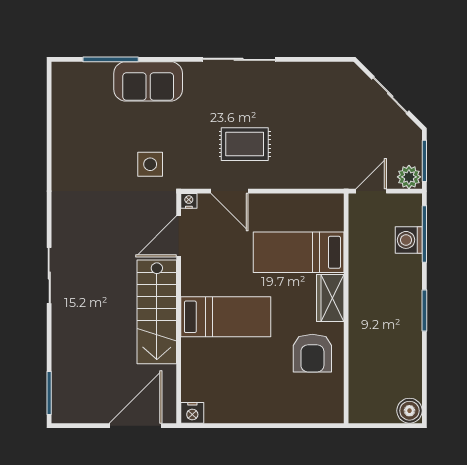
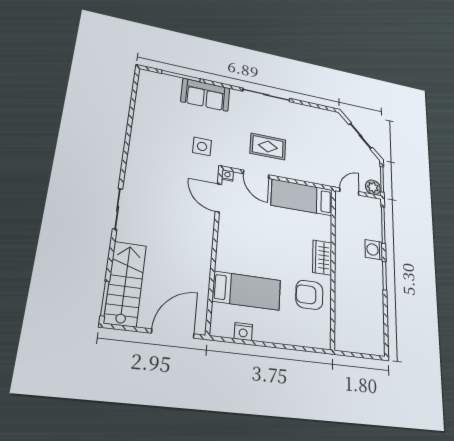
door: (179, 236) -> (218, 198), hinge flipped
washing machine: (409, 240) -> (374, 250), moved
bed: (299, 252) -> (302, 197), moved
stairs: (157, 312) -> (125, 284), moved, turned 180
bed: (226, 317) -> (247, 291), moved
armchair: (312, 353) -> (309, 295), turned 90
boiler: (409, 411) -> (376, 346), removed
nightstand: (192, 413) -> (243, 332), moved

